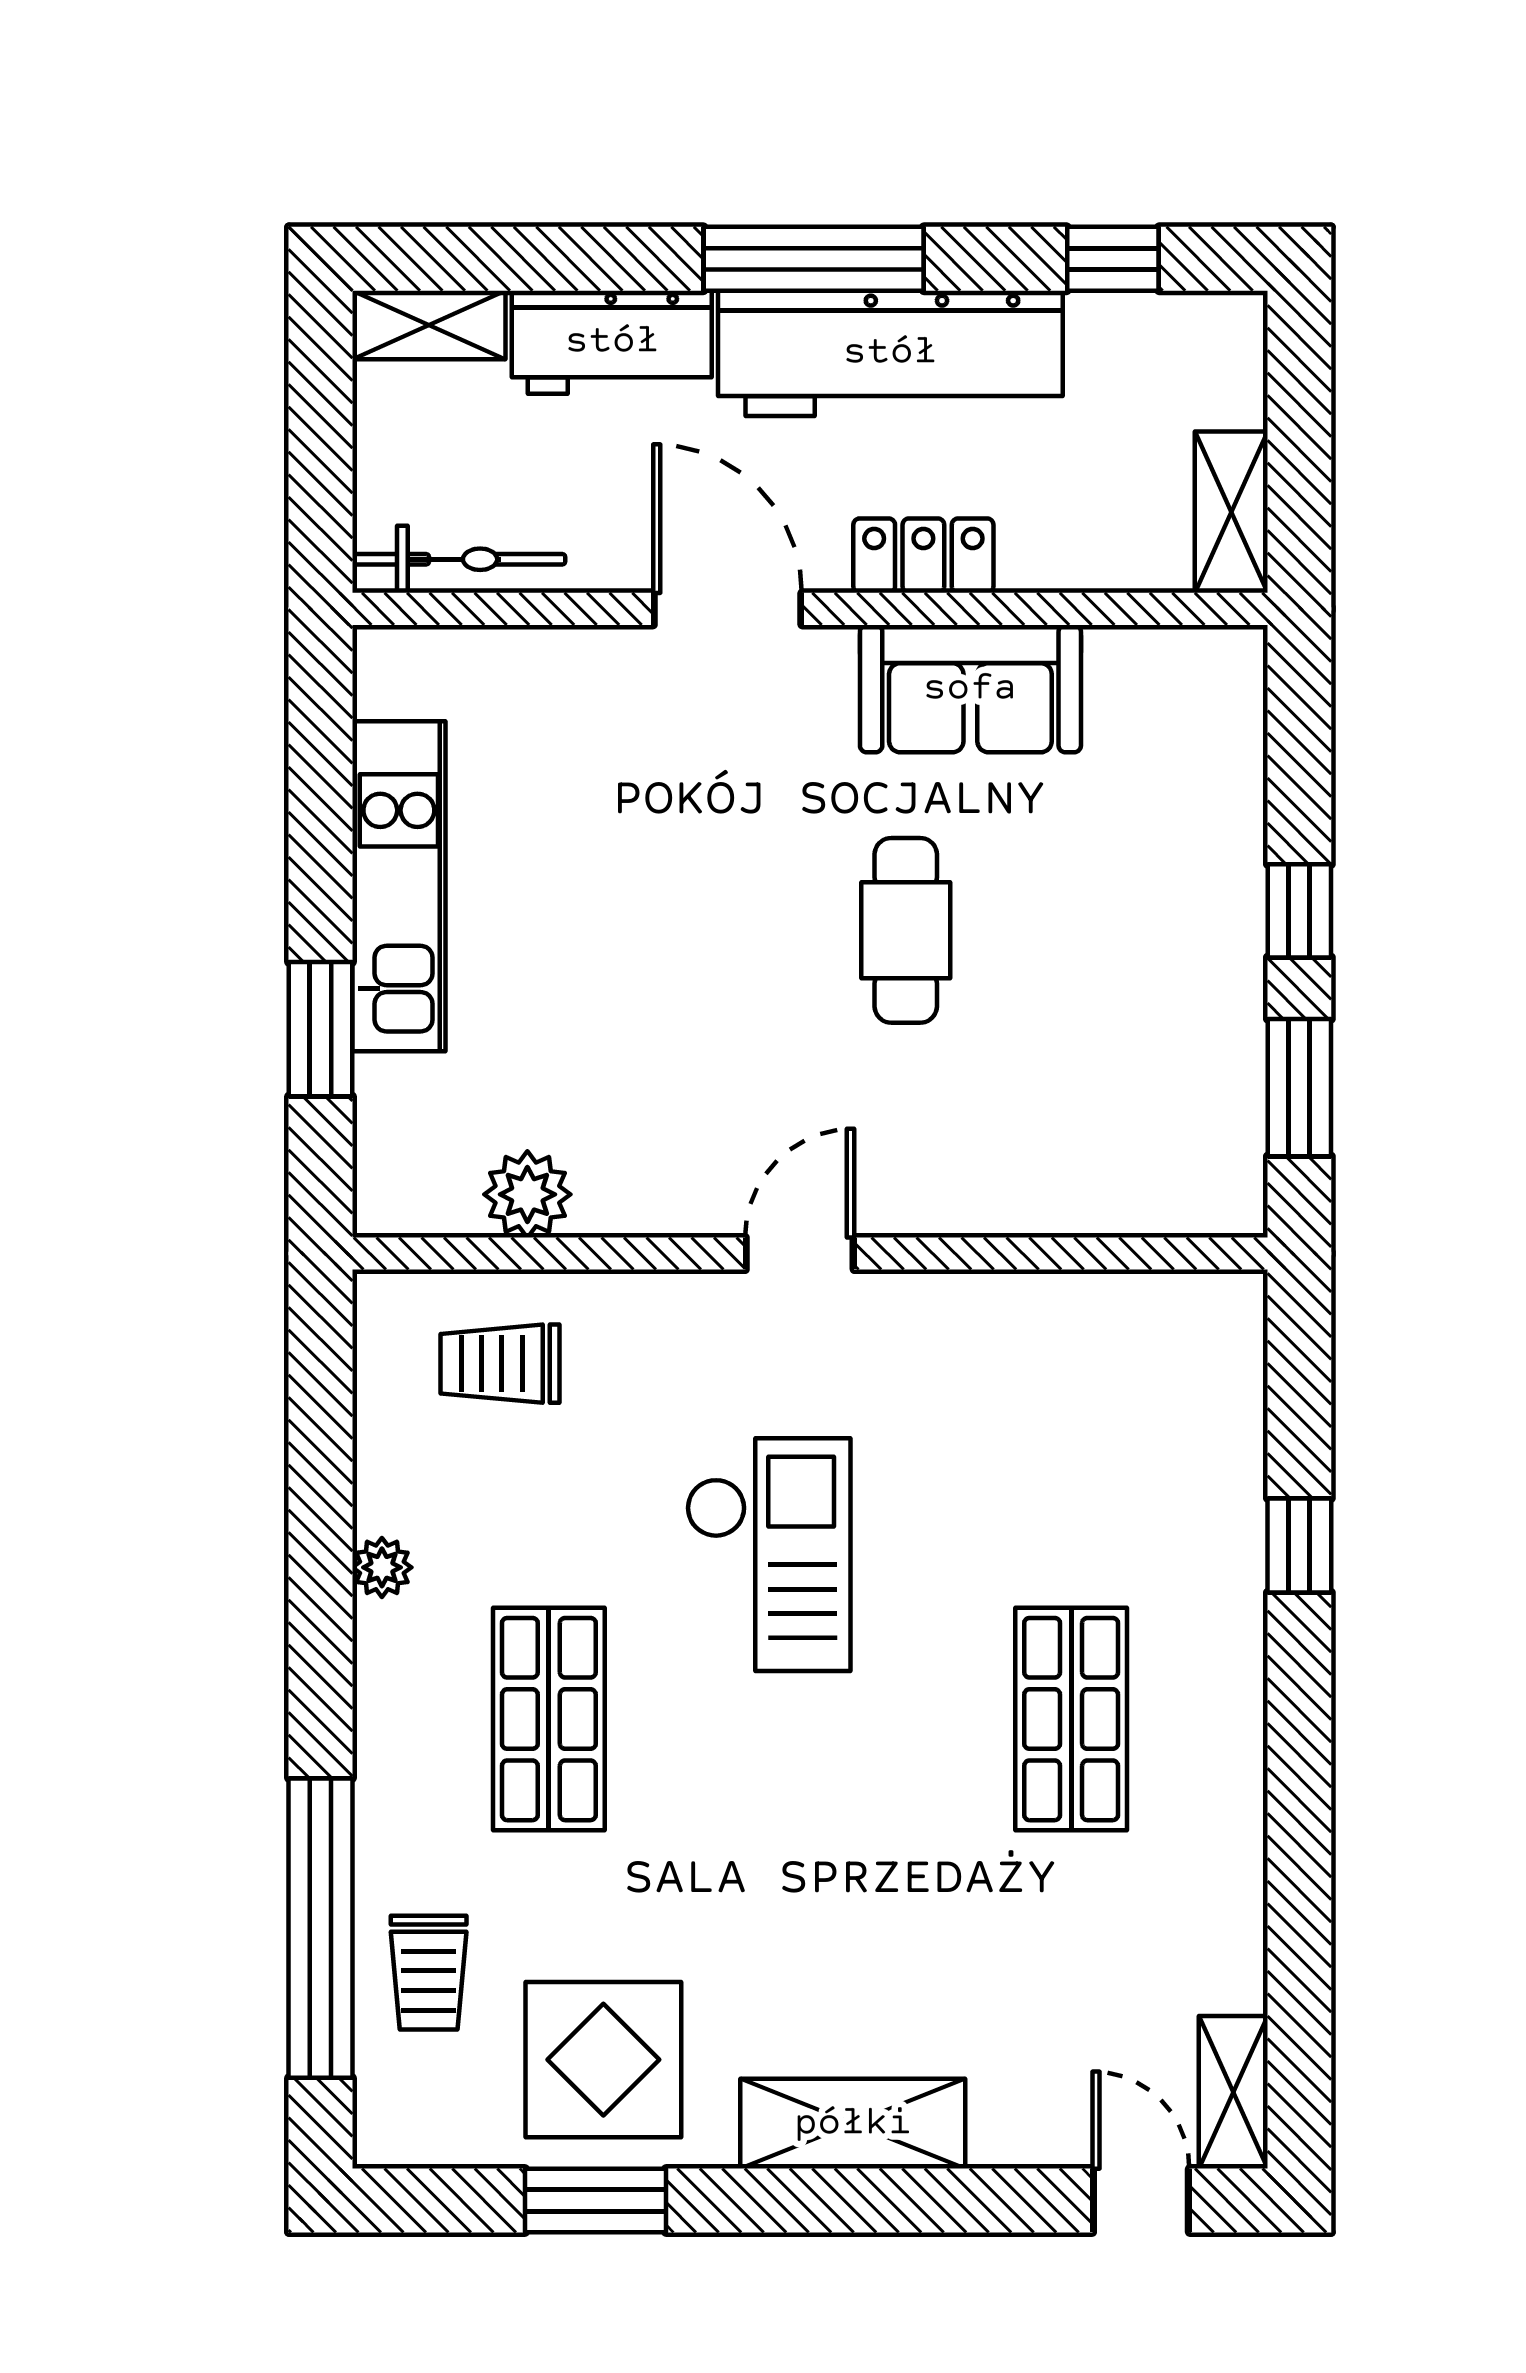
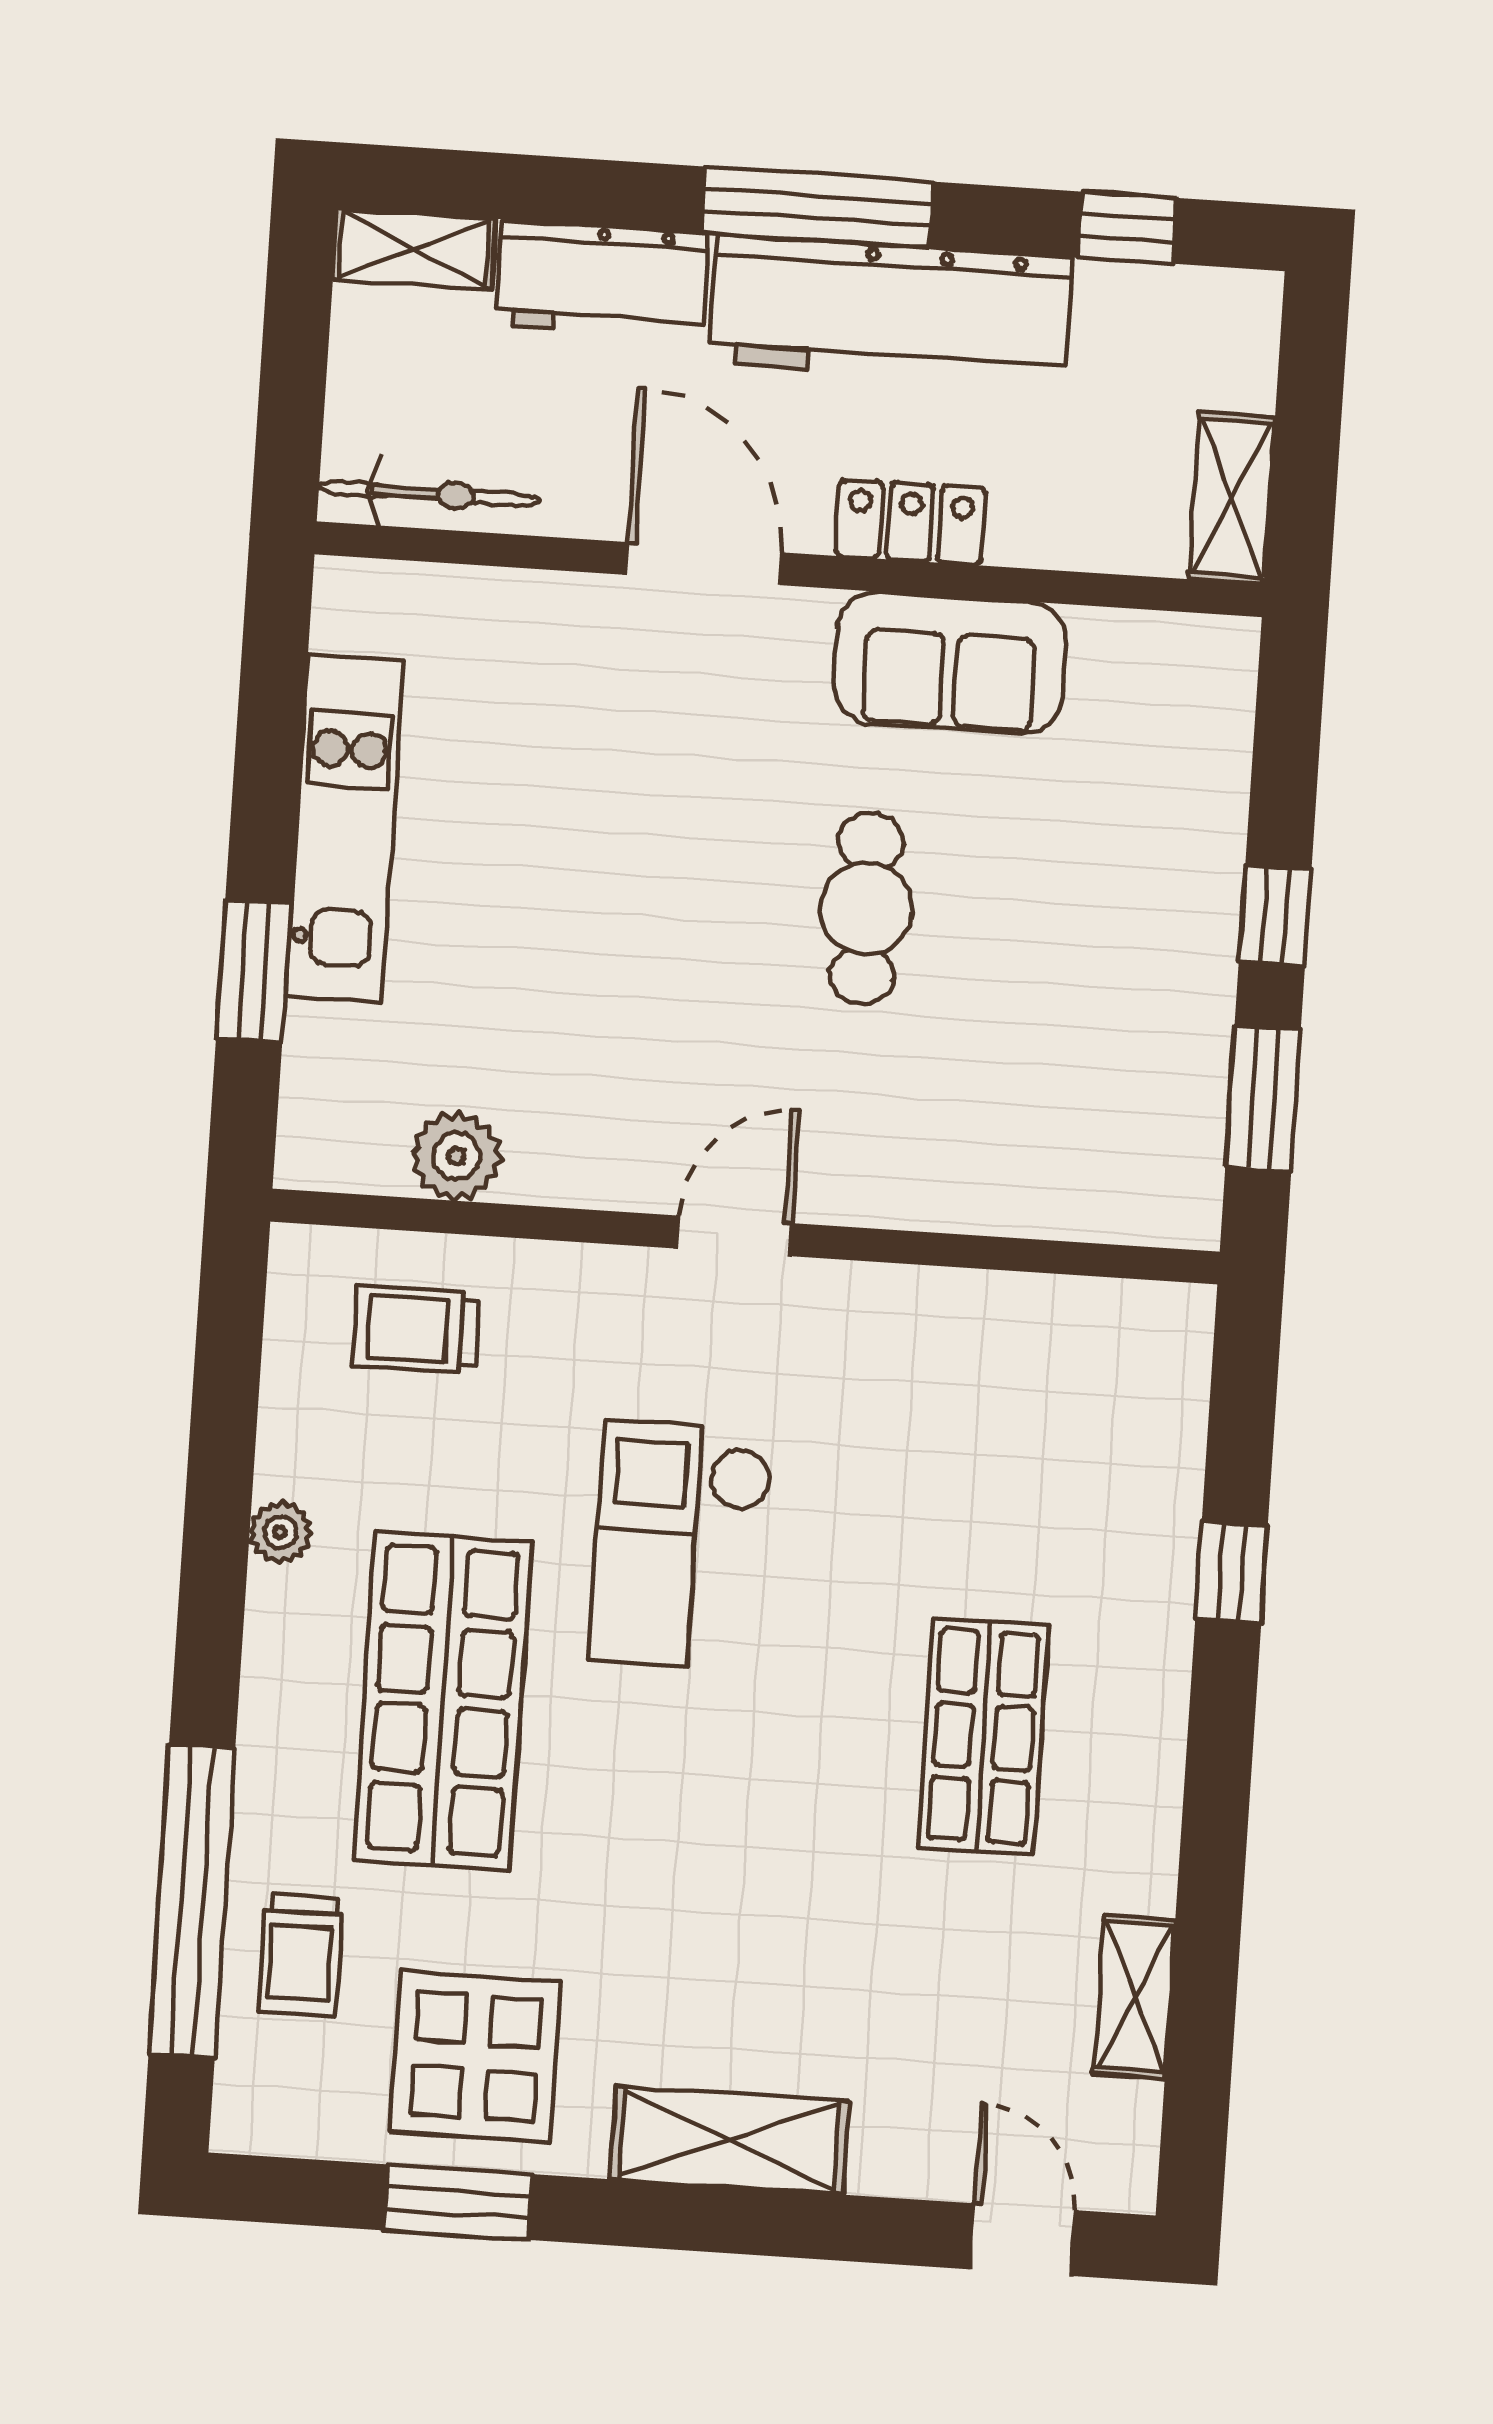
checkout: (768, 1555) -> (681, 1545), turned 180
shop shelf: (549, 1719) -> (443, 1701), width x1.43, depth x1.36
shelving: (1233, 2092) -> (1134, 1997), moved

